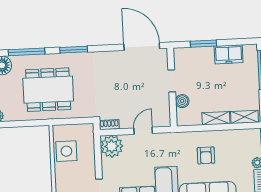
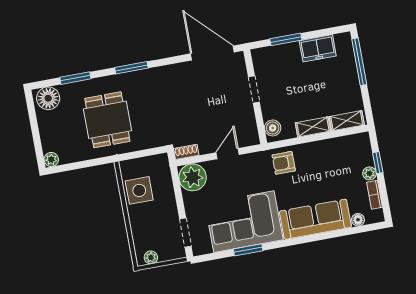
window: (27, 52) -> (75, 78), width x0.69
dining table: (48, 90) -> (107, 120), width x0.73
boiler: (182, 101) -> (273, 128), moved
armchair: (206, 155) -> (284, 163), moved, turned 90

